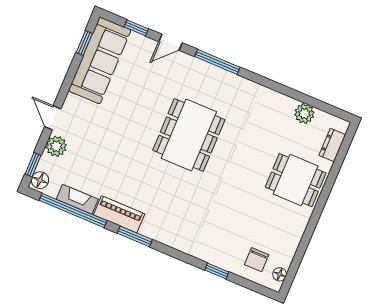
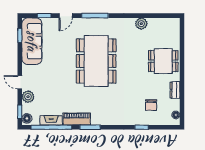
plant: (304, 114) -> (141, 24), moved
dining table: (189, 135) -> (96, 61), width x1.36, depth x1.24
dresser: (332, 145) -> (175, 90), moved
chair: (257, 260) -> (151, 105), moved

